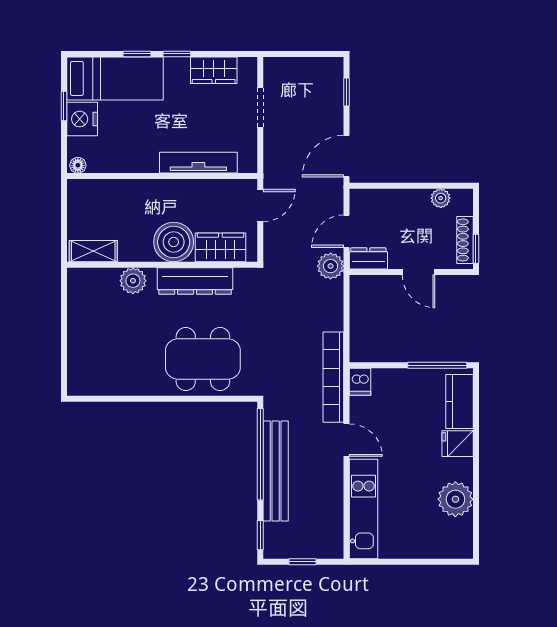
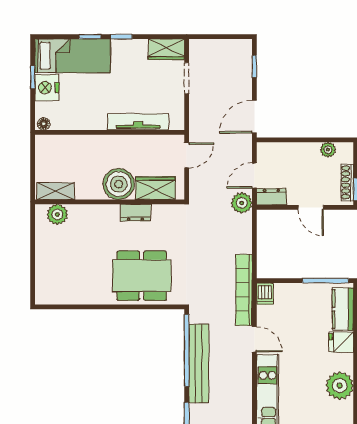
wardrobe: (214, 70) -> (166, 49), moved
plant: (133, 281) -> (57, 214), moved
dresser: (195, 281) -> (135, 213), width x0.51, depth x0.80

